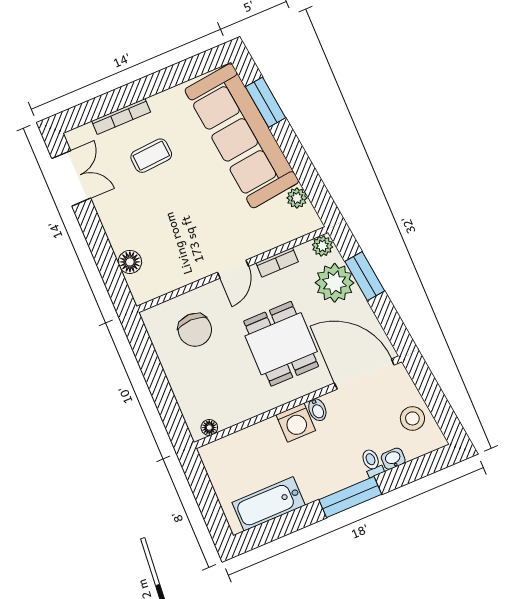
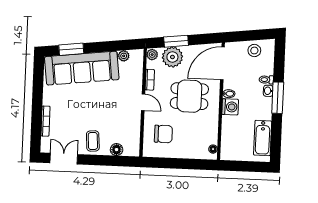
coffee table: (151, 156) -> (93, 141), moved
washbasin: (393, 459) -> (268, 91), moved

